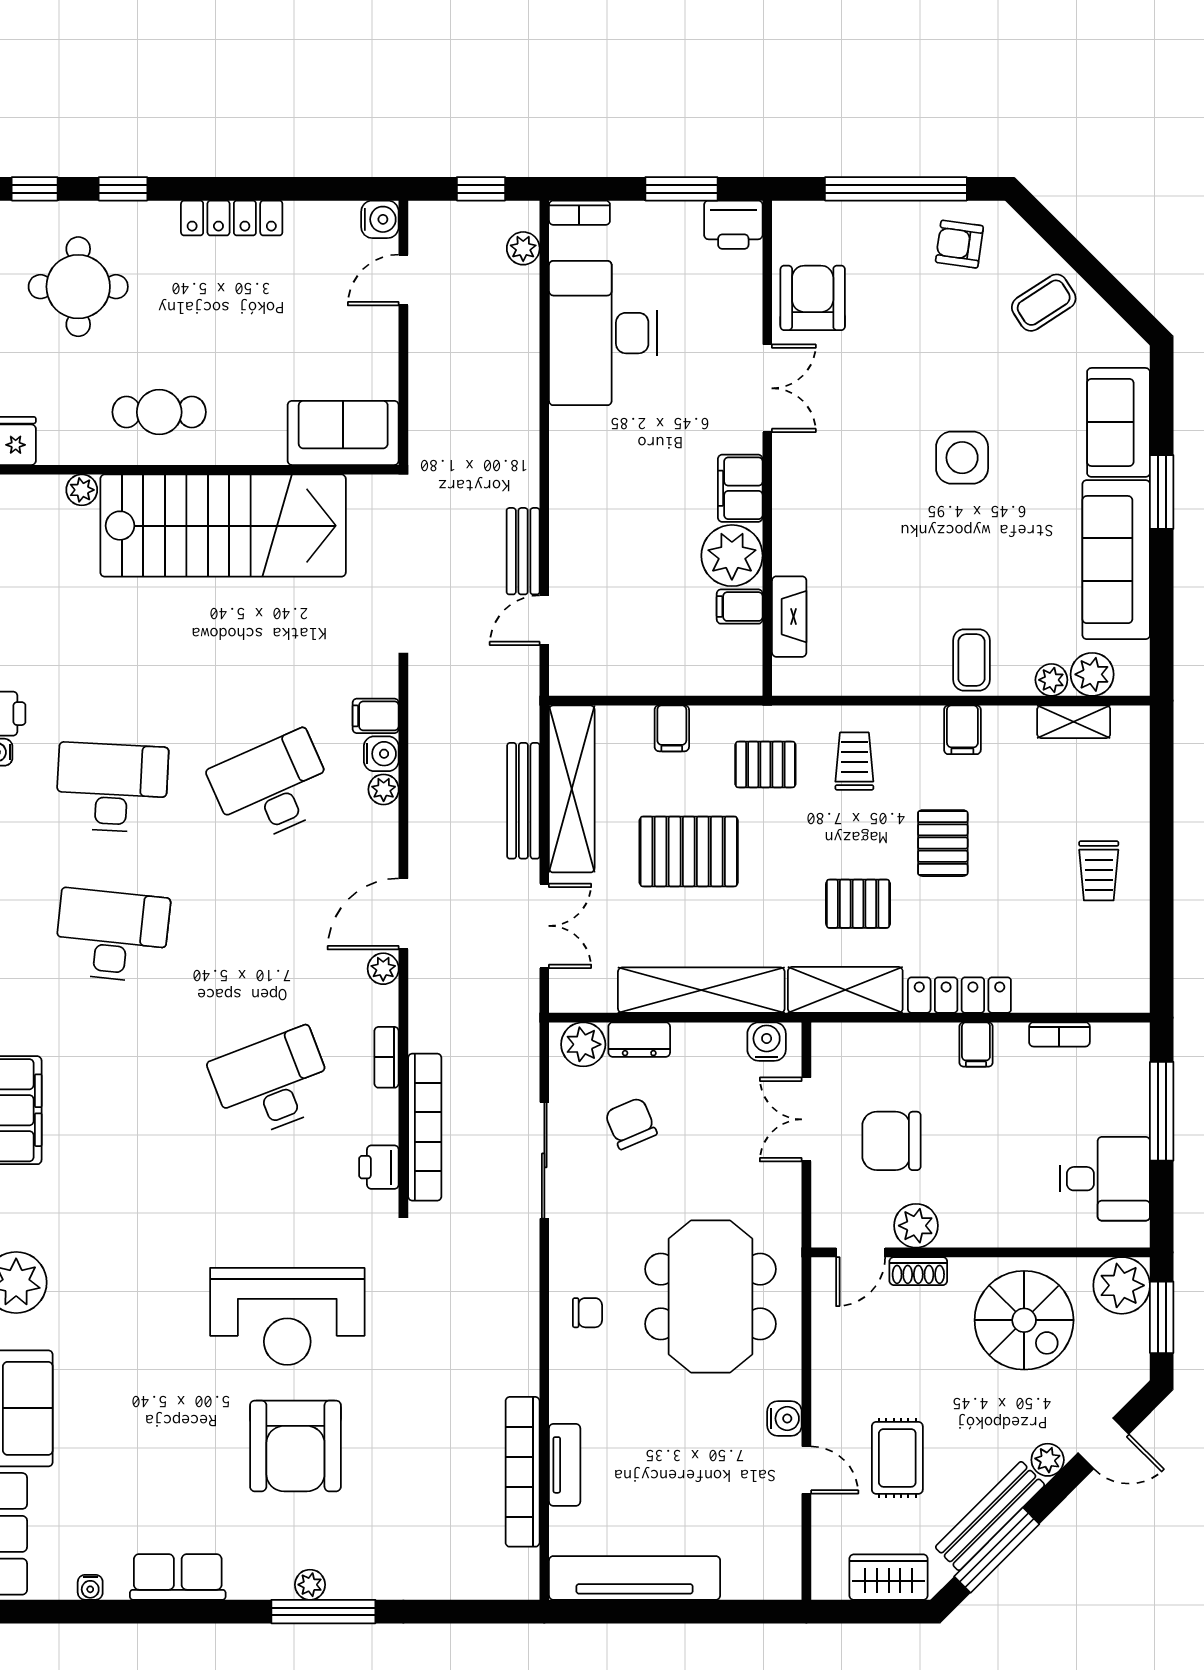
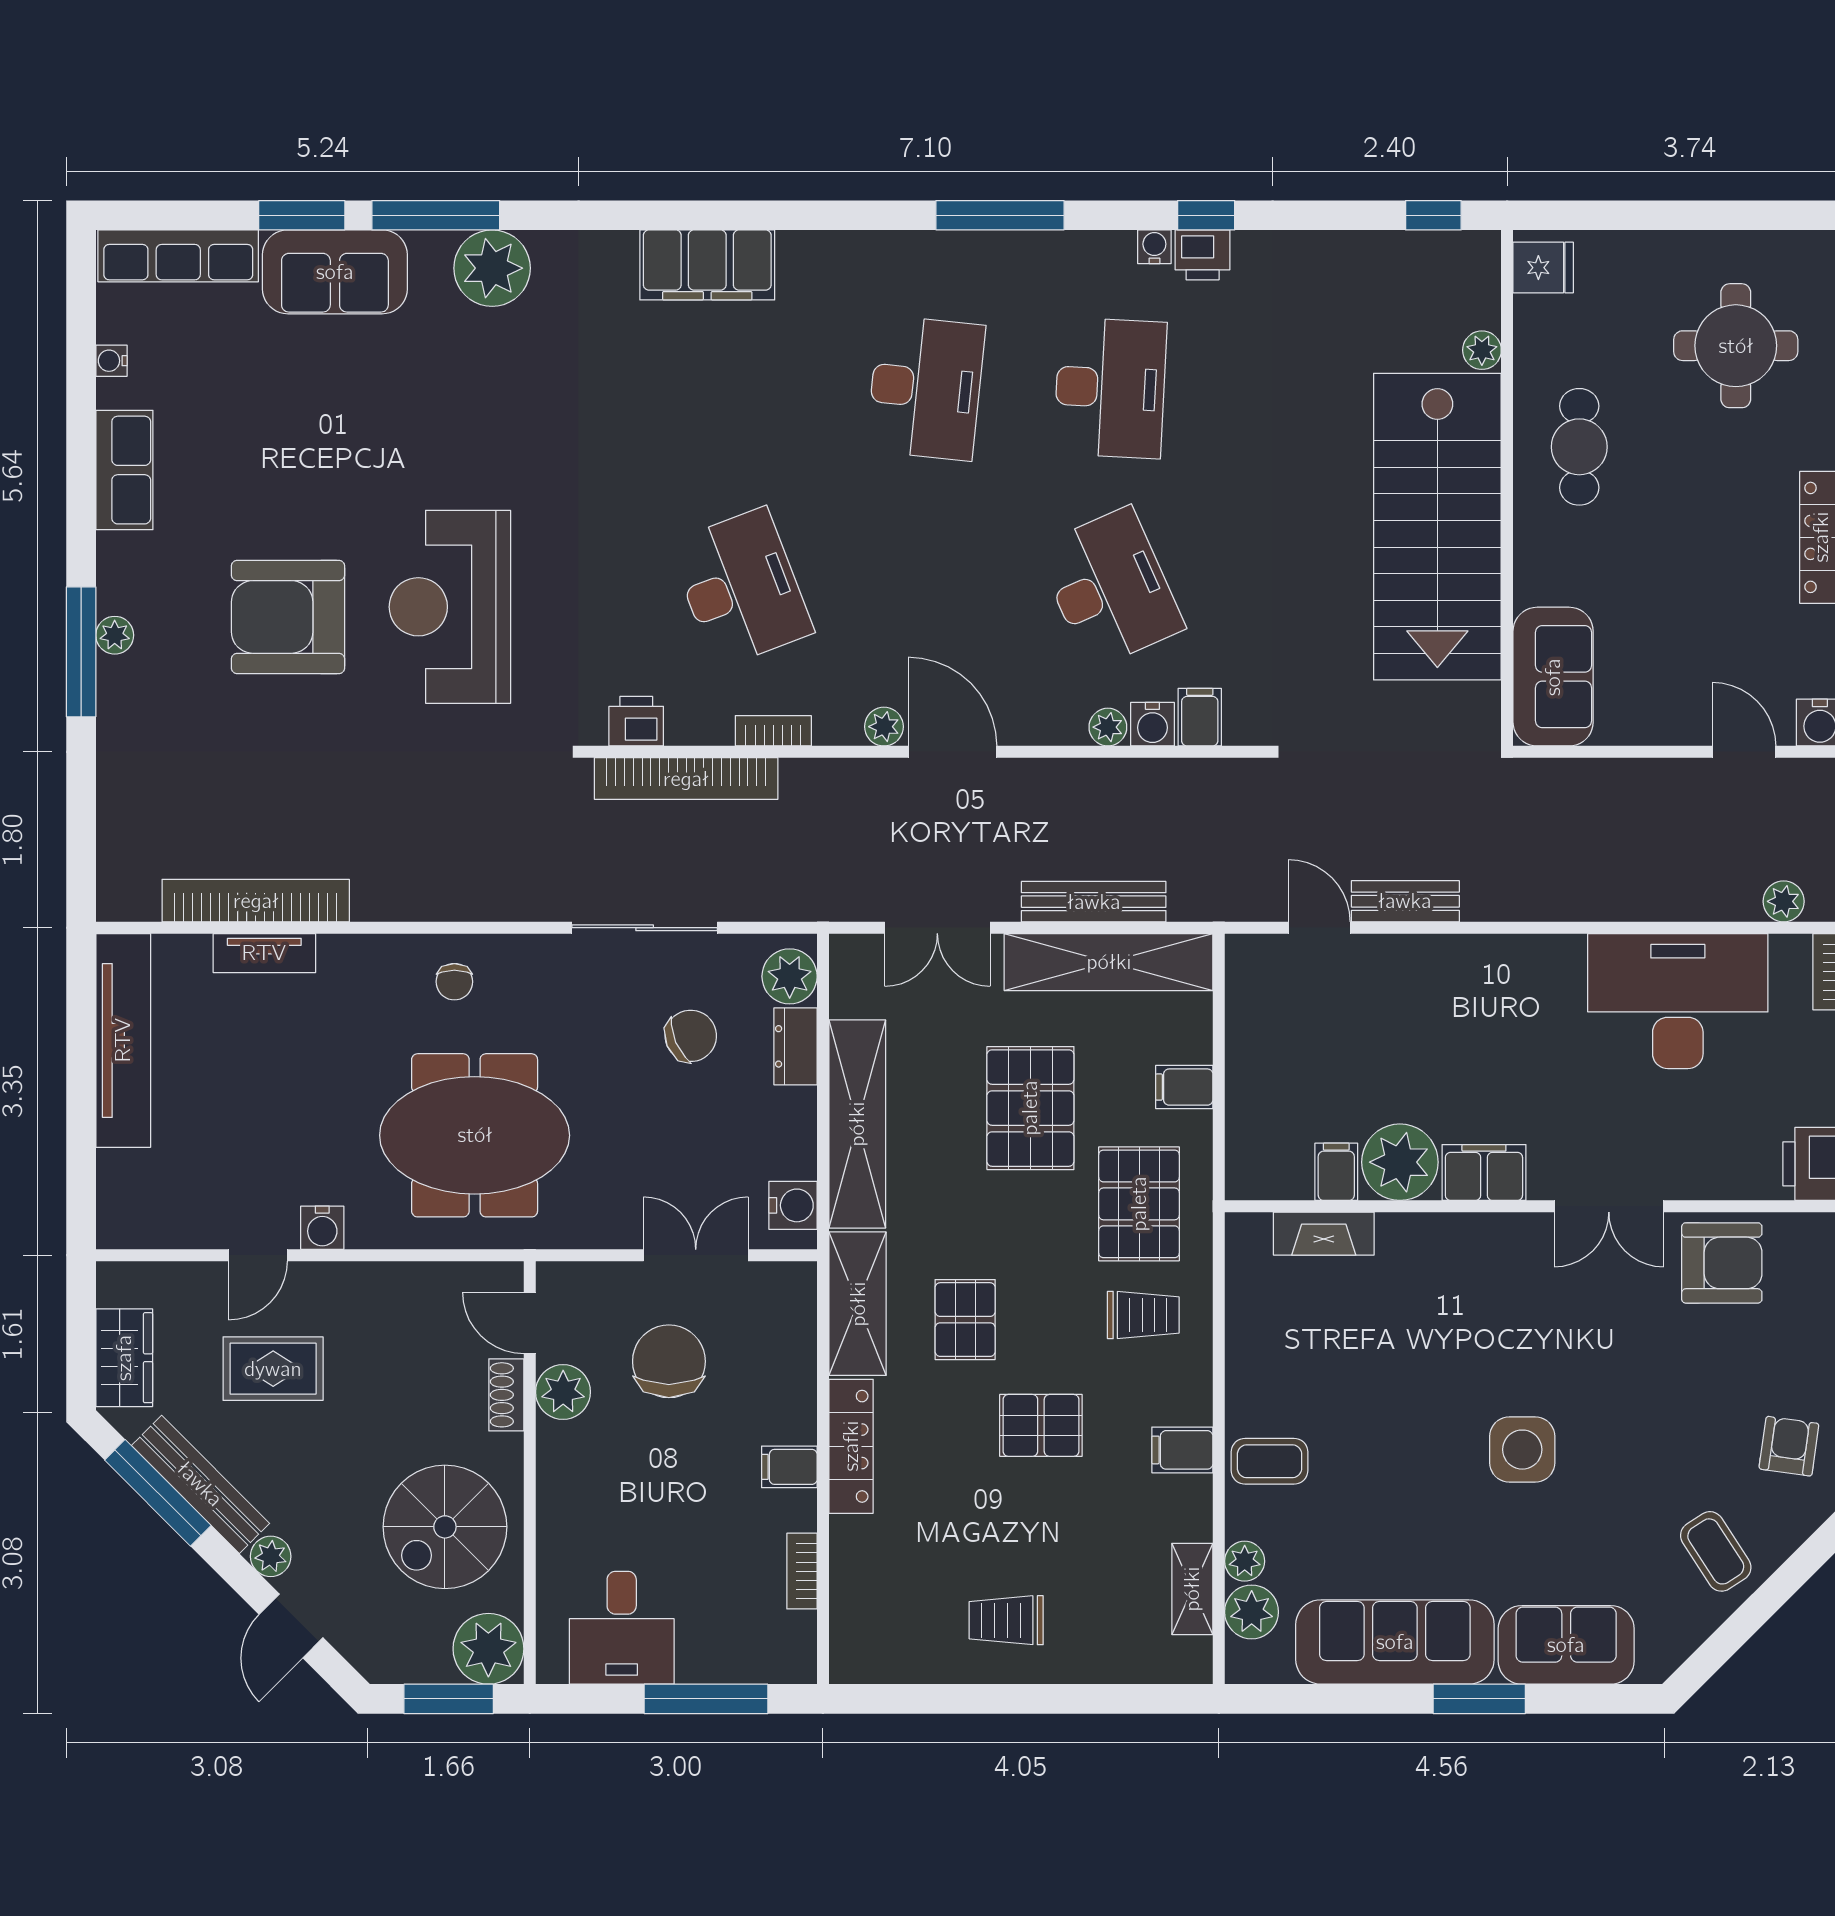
pallet: (765, 764) -> (1139, 1204), width x1.50, depth x1.42

